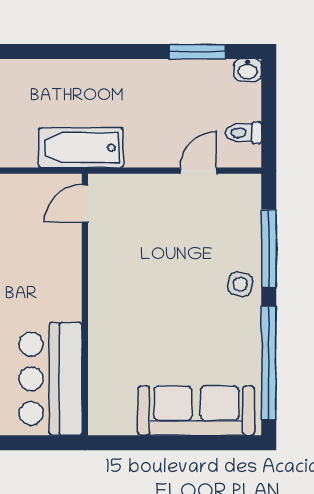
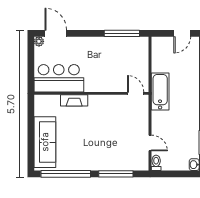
toilet: (244, 133) -> (156, 163), moved
side table: (240, 284) -> (100, 161), removed
fireplace: (101, 344) -> (74, 100), added

